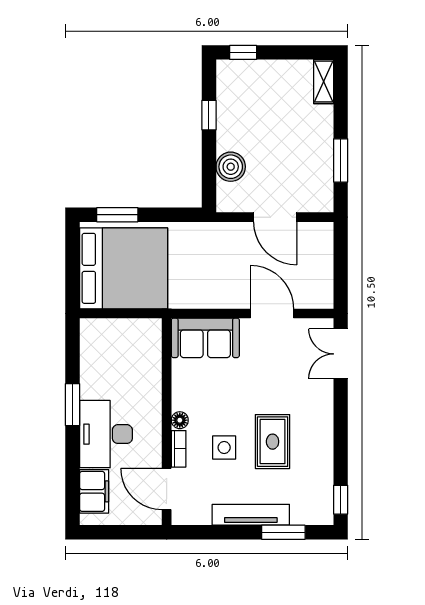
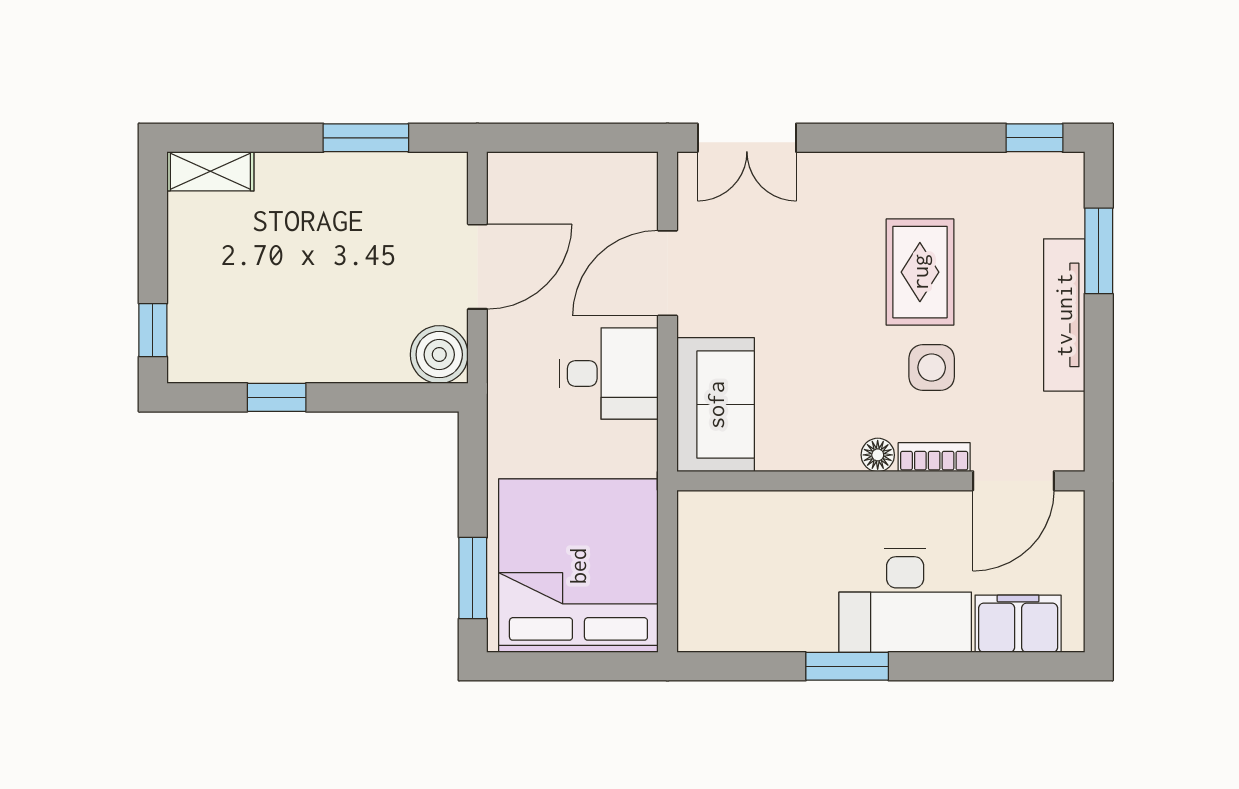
boiler: (231, 167) -> (439, 355), moved
desk: (221, 284) -> (609, 373), added
rug: (273, 442) -> (920, 272), turned 90

